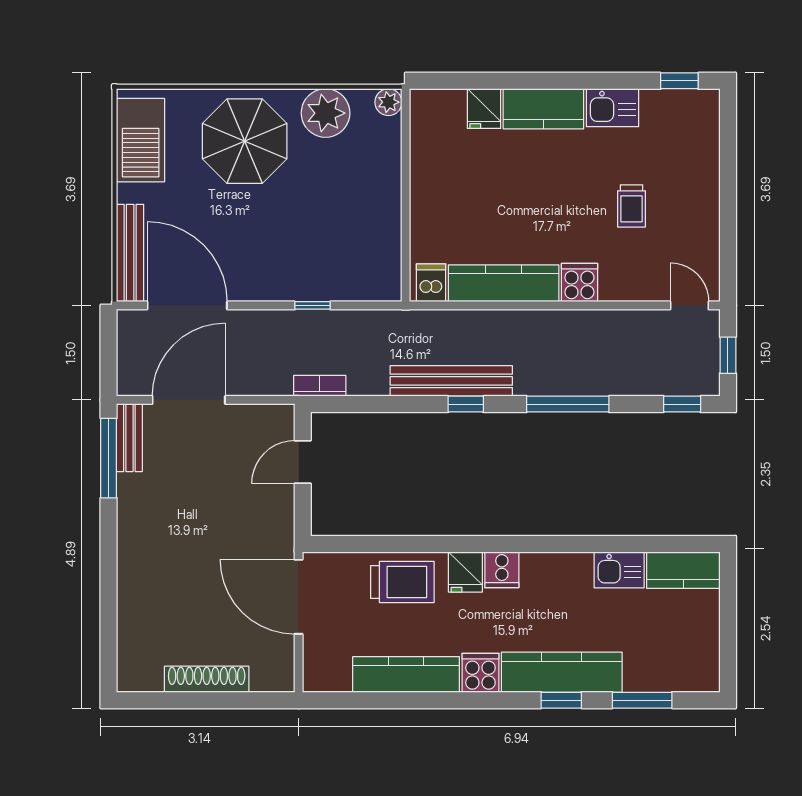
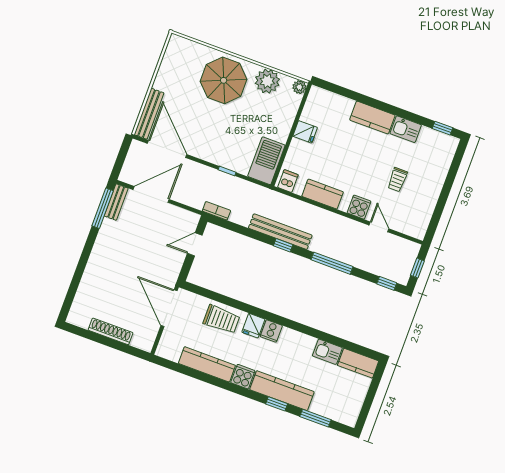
fridge: (484, 109) -> (305, 132), moved, turned -90
barbecue: (141, 140) -> (266, 161), moved, turned 180
kitchen counter: (504, 283) -> (323, 194), width x0.67
door: (689, 305) -> (379, 227), moved

